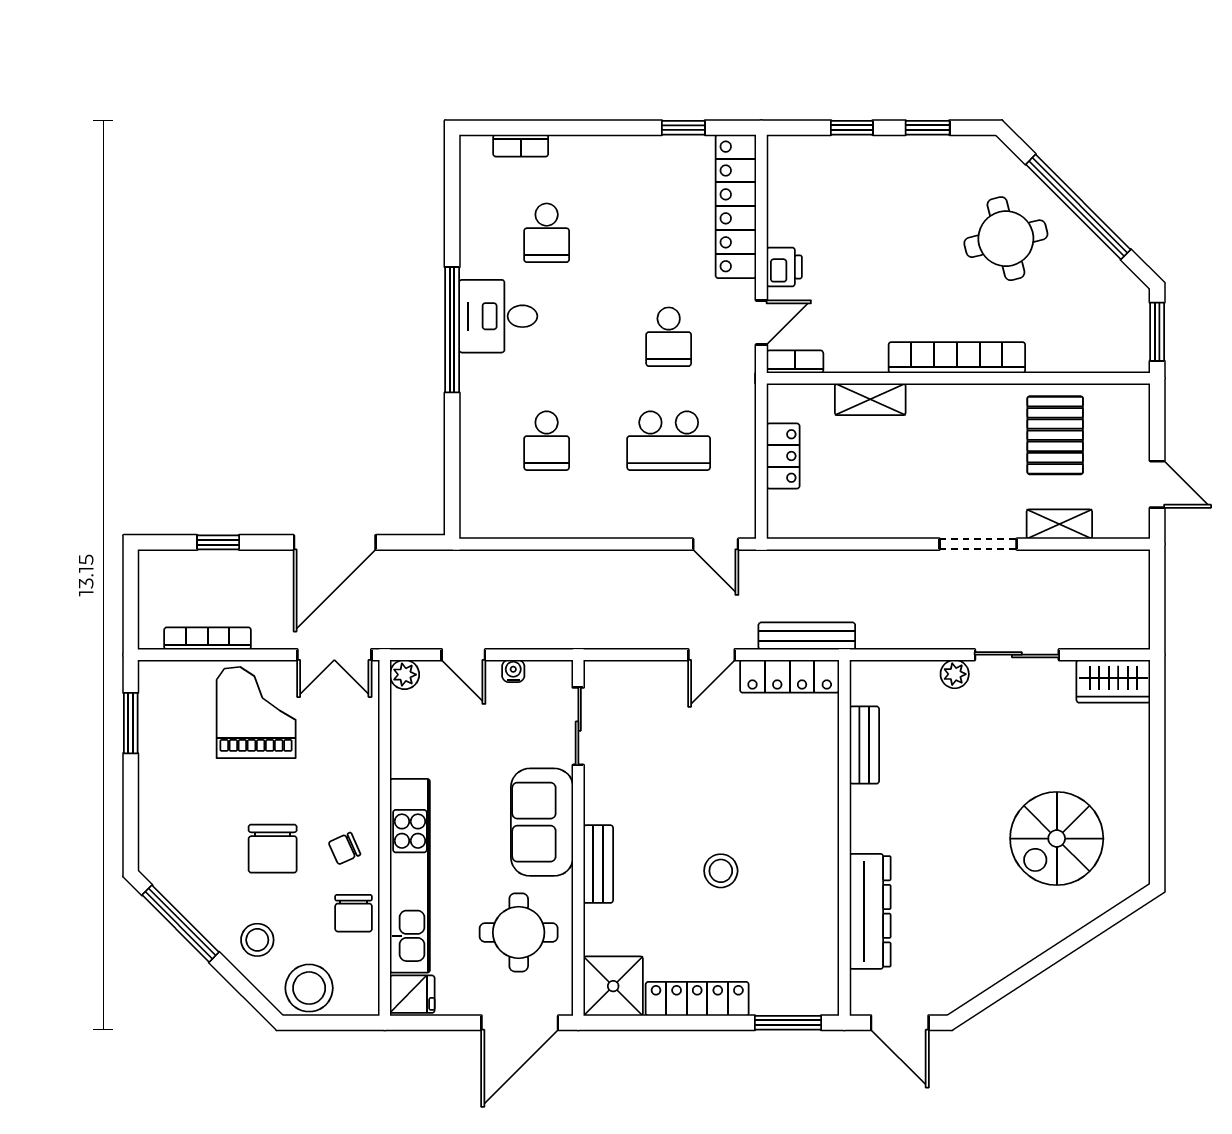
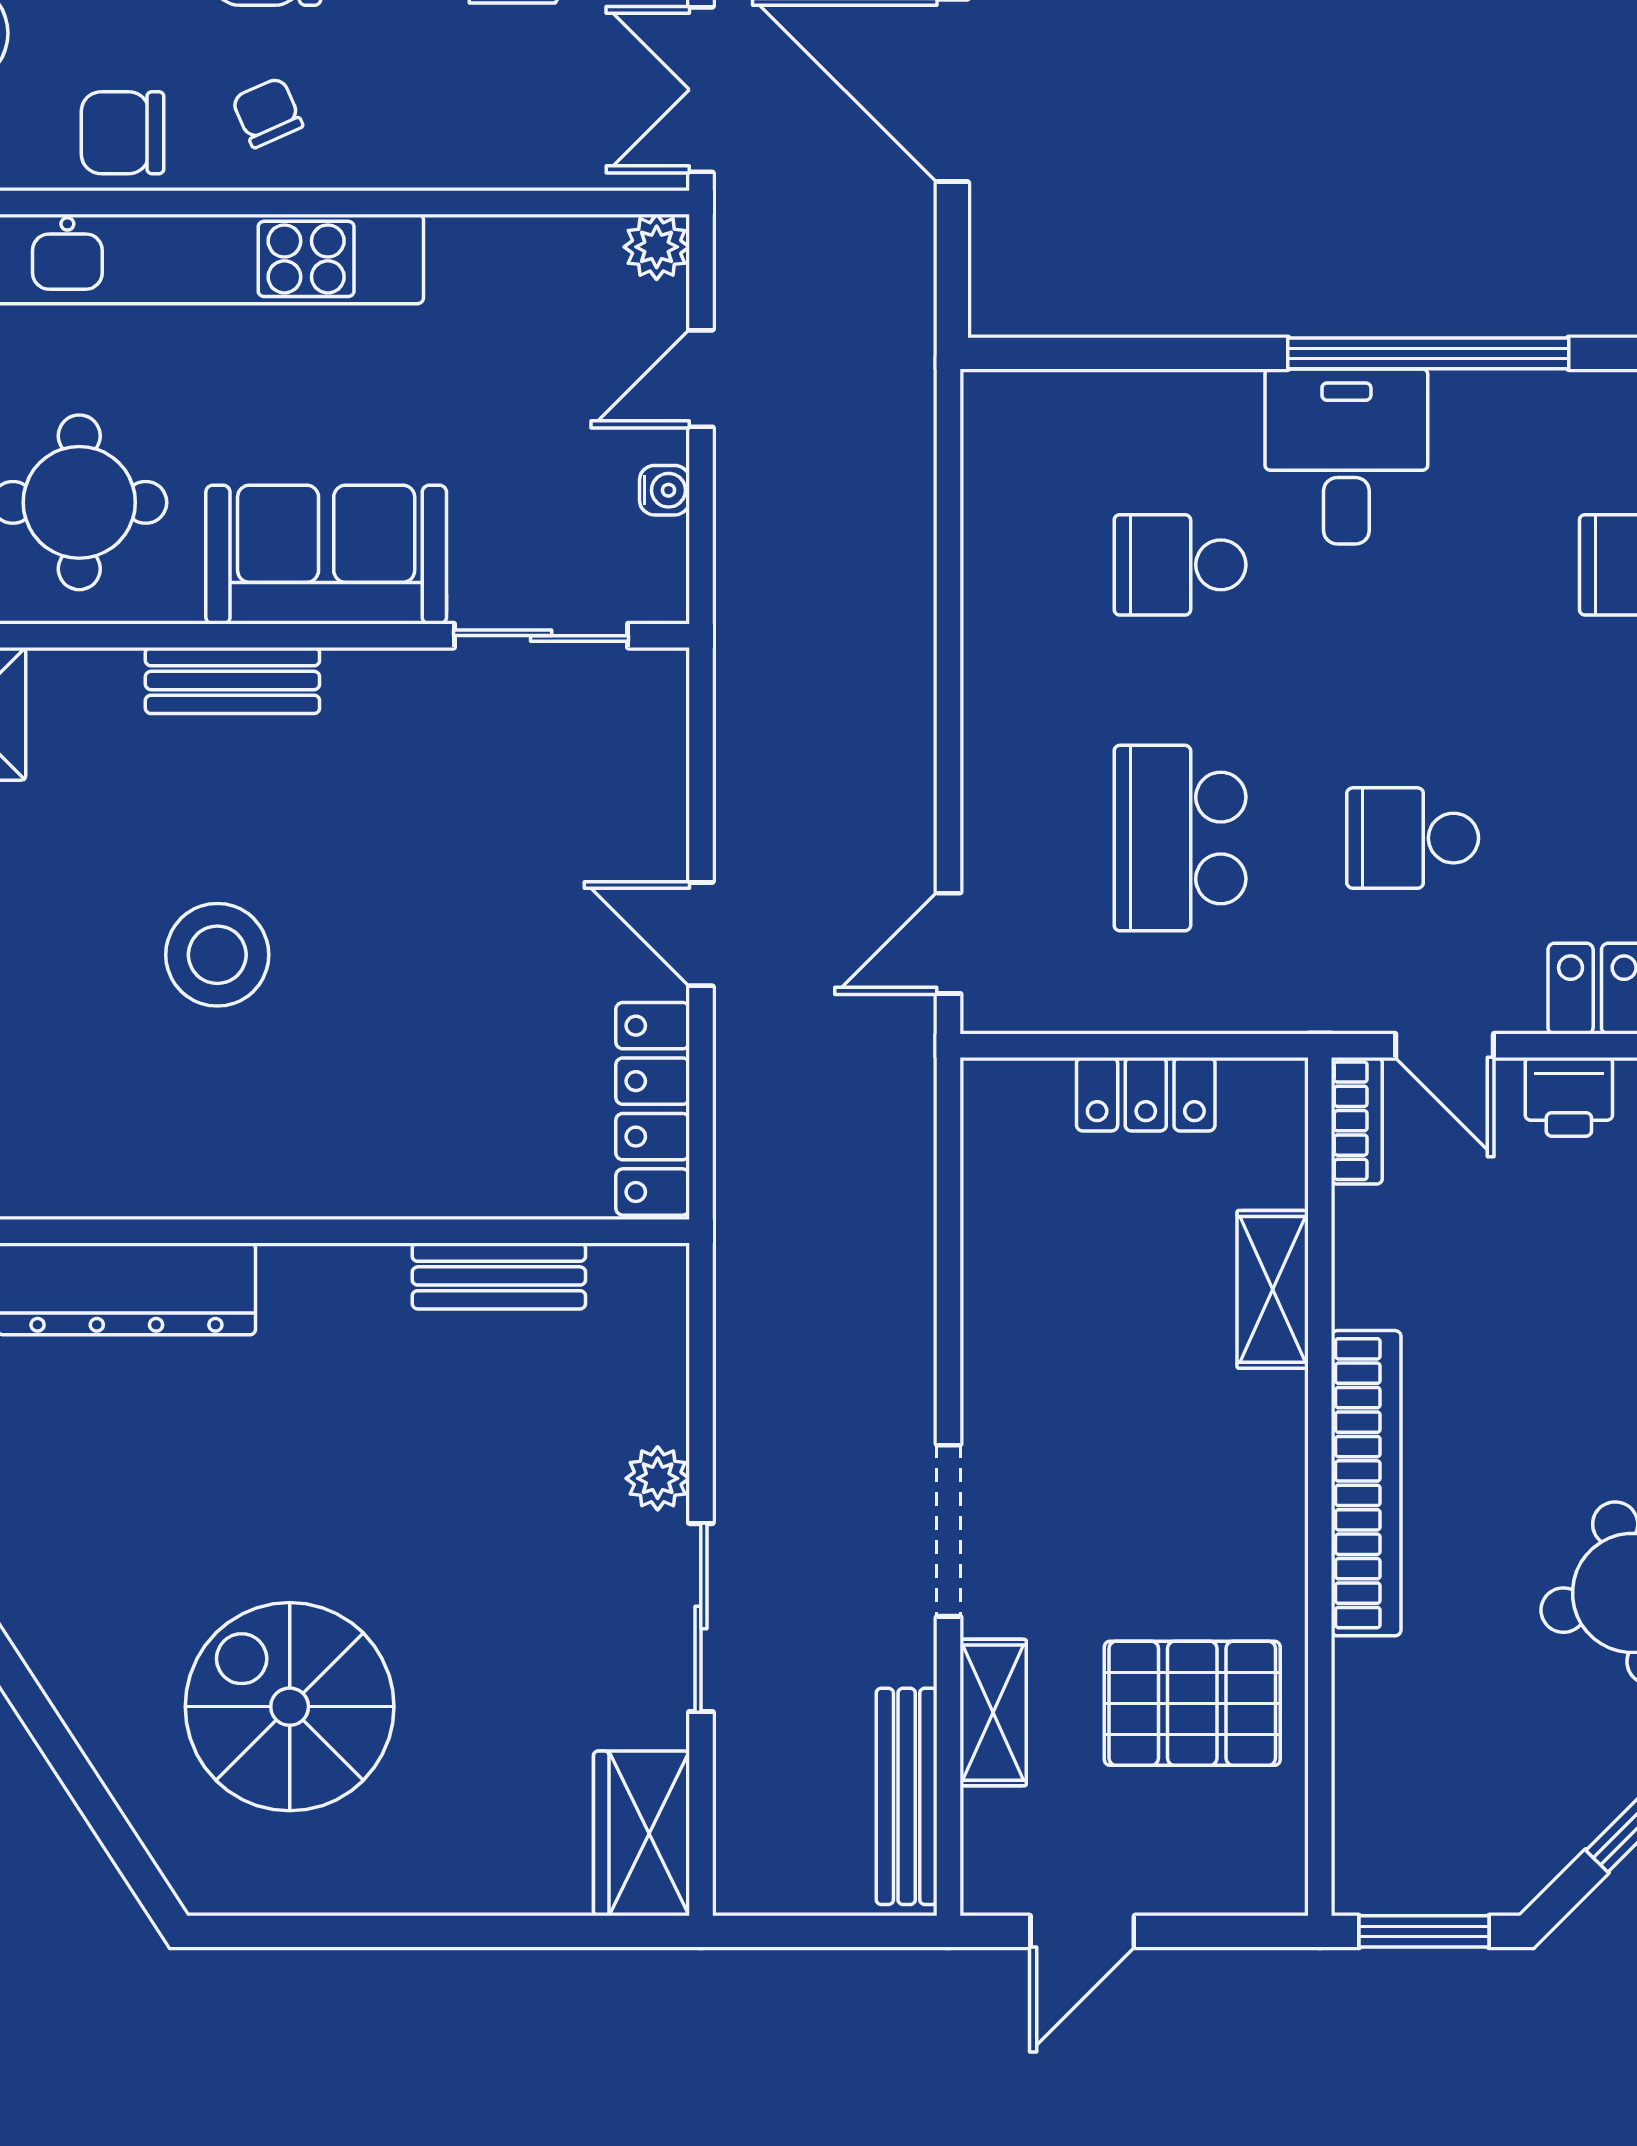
desk: (498, 316) -> (1346, 456), moved
bench: (807, 636) -> (907, 1796), moved
stool: (721, 871) -> (217, 955), width x1.38, depth x1.38

